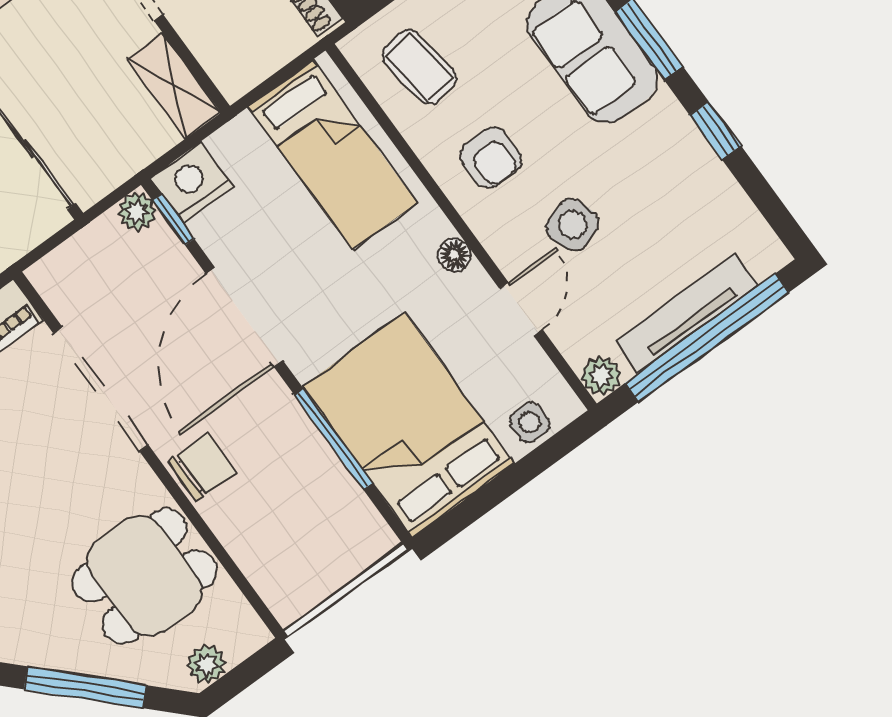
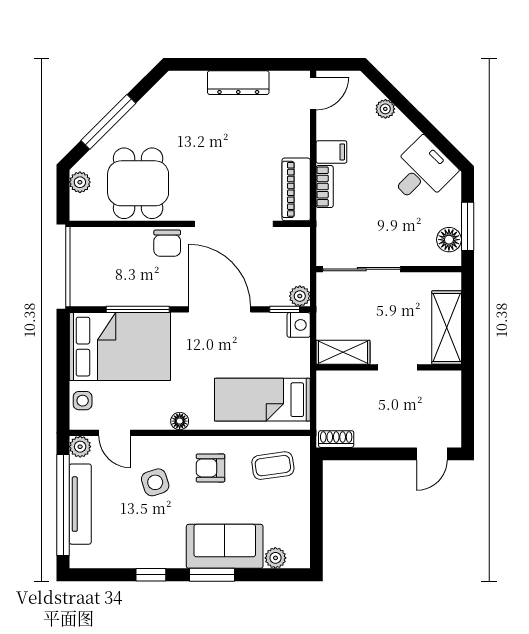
nightstand: (192, 182) -> (299, 325), width x0.74, depth x0.75
door: (521, 309) -> (115, 433), moved

